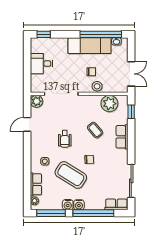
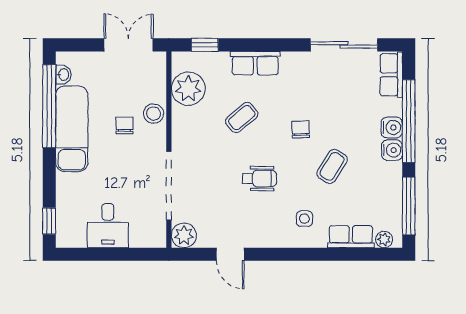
coffee table: (71, 175) -> (332, 166), width x0.54, depth x0.58
water cooler: (68, 205) -> (392, 127), moved

